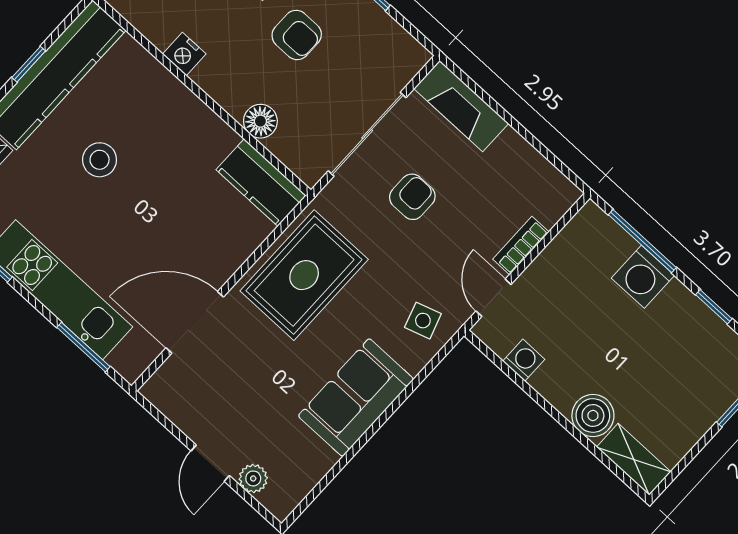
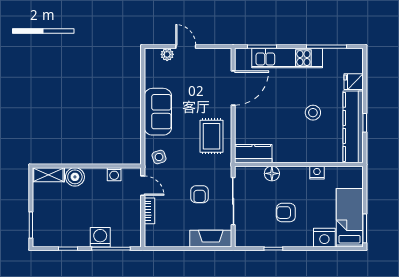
rug: (304, 275) -> (211, 136), width x0.73, depth x0.70

